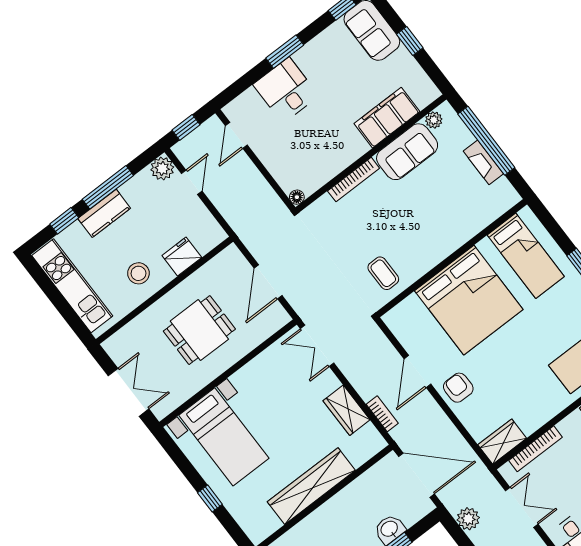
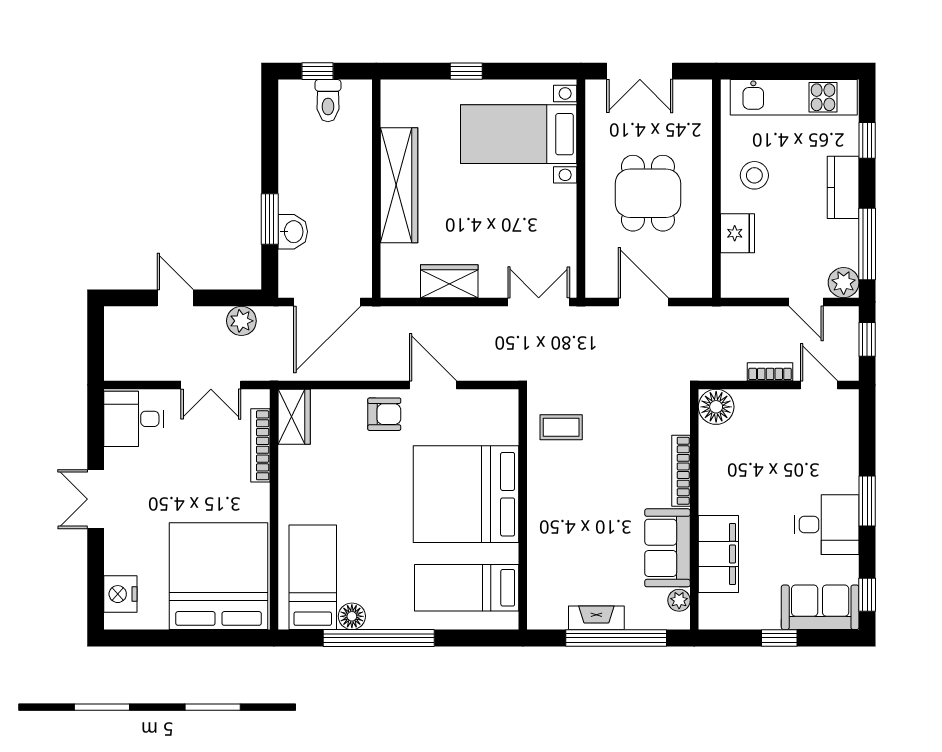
desk: (286, 90) -> (826, 525), moved
window: (108, 187) -> (867, 244), moved
floor lamp: (297, 197) -> (716, 407), width x1.89, depth x1.89
bookcase: (382, 414) -> (770, 372), moved, turned 180

